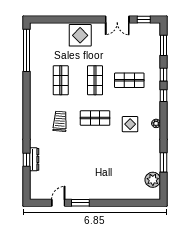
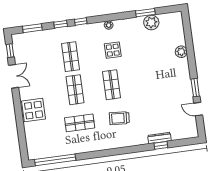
shop shelf: (95, 80) -> (75, 90), turned 90
plant: (153, 180) -> (151, 22), moved
plant: (119, 194) -> (181, 52), added

